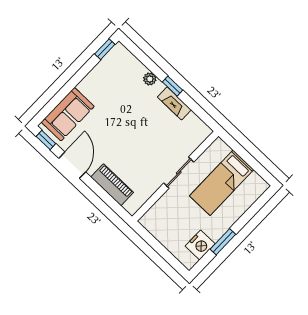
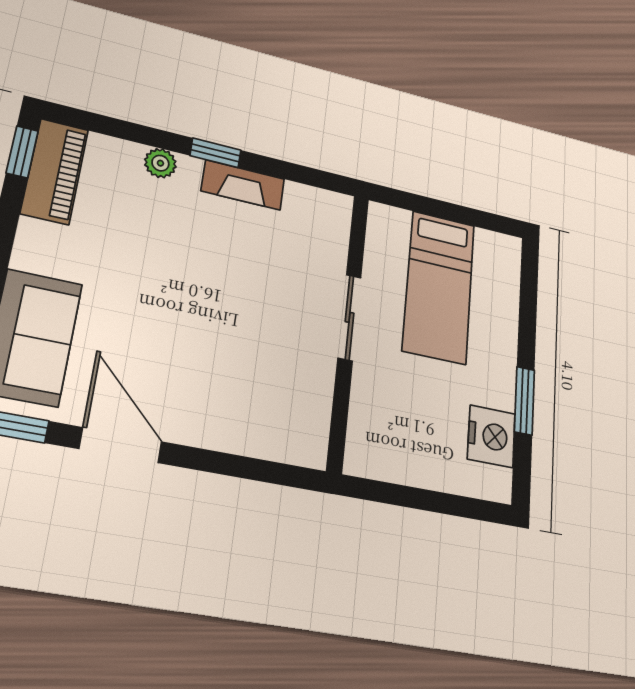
piano: (112, 185) -> (55, 171), moved, turned 90

